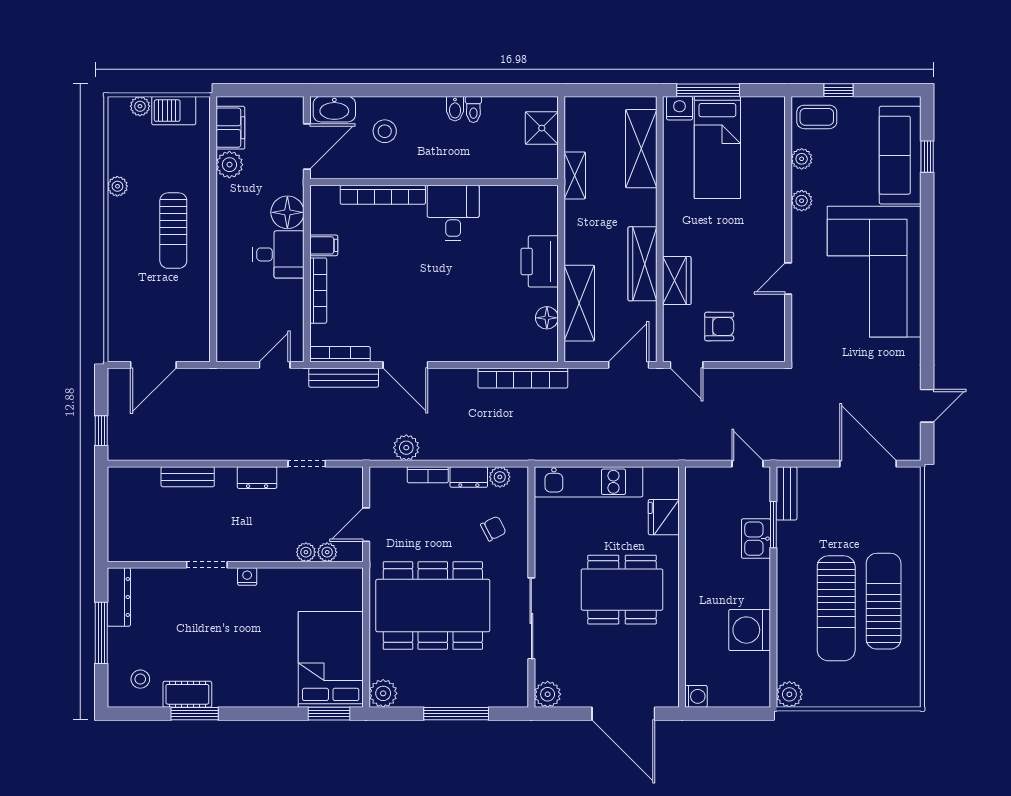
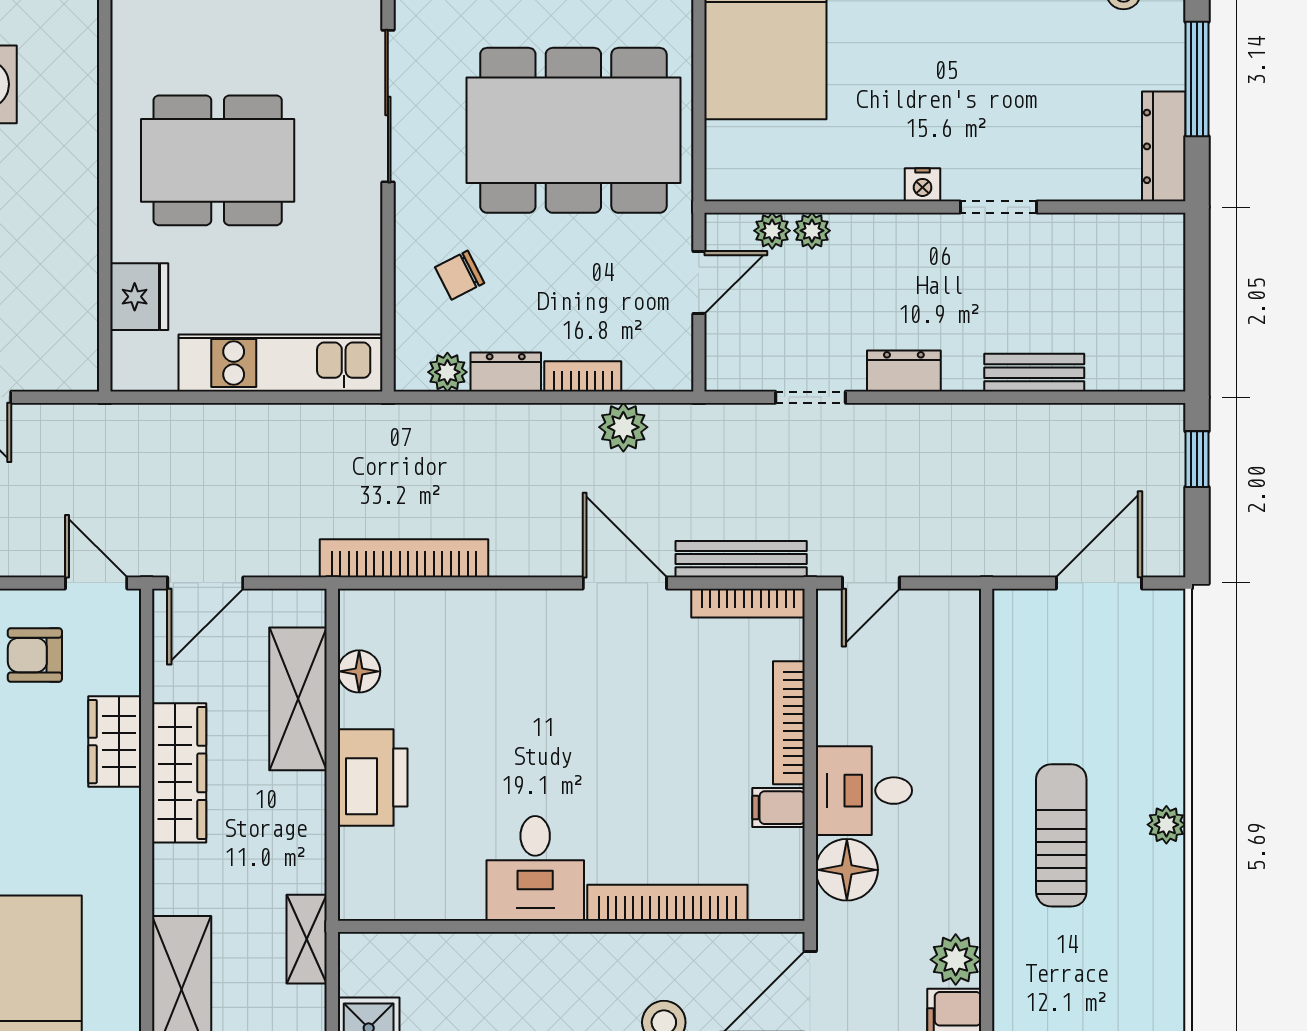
plant: (117, 186) -> (1166, 825), moved

